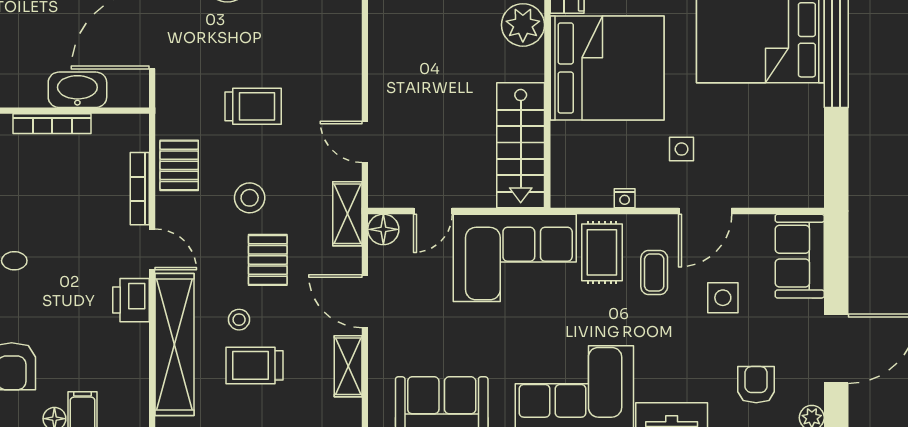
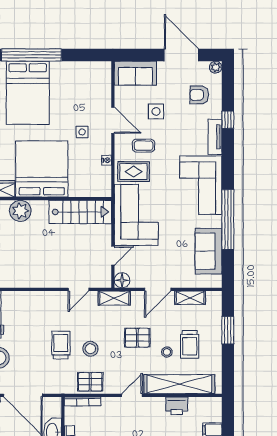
bookcase: (140, 189) -> (83, 401), moved
stool: (250, 198) -> (90, 349), moved
door: (433, 211) -> (113, 256), hinge flipped
printer: (131, 300) -> (177, 406), moved

